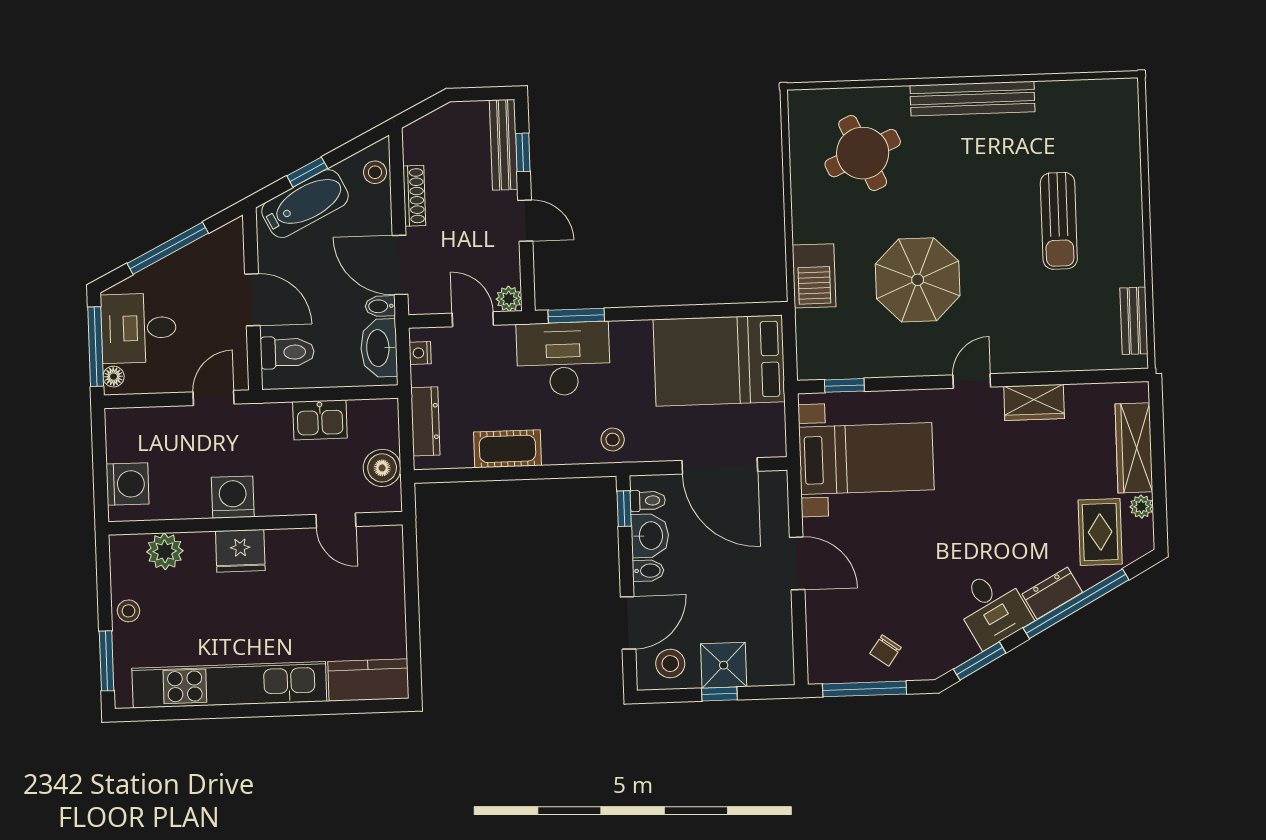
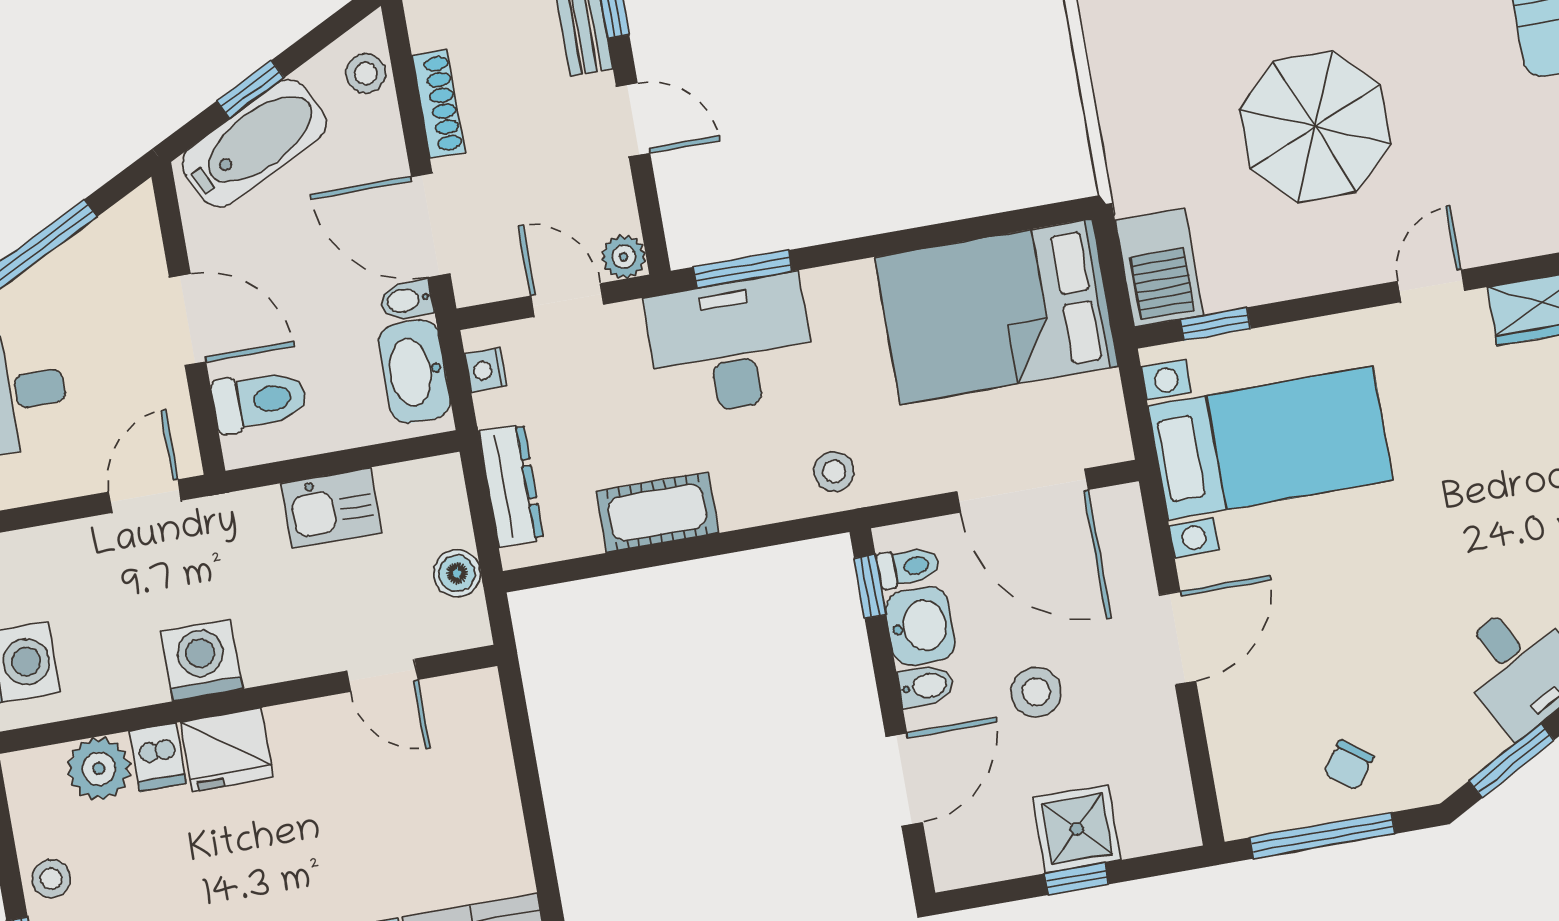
barbecue: (814, 276) -> (1159, 268), moved
boiler: (382, 468) -> (457, 573), width x0.73, depth x0.73
dishwasher: (200, 549) -> (158, 757), added
door: (797, 563) -> (1178, 638), hinge flipped
stool: (670, 664) -> (1036, 692), moved

